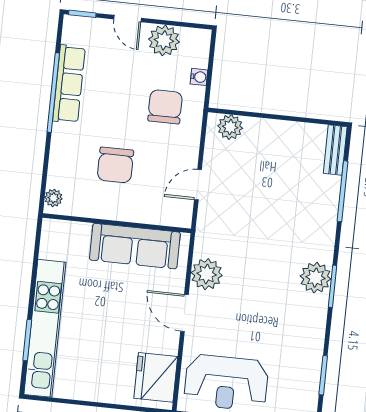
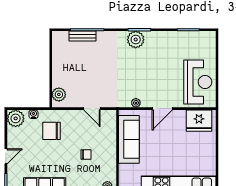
plant: (164, 40) -> (16, 118), moved
bench: (335, 150) -> (82, 36), moved
chair: (115, 165) -> (86, 155), width x0.54, depth x0.54
plant: (207, 274) -> (136, 103), width x0.53, depth x0.53

